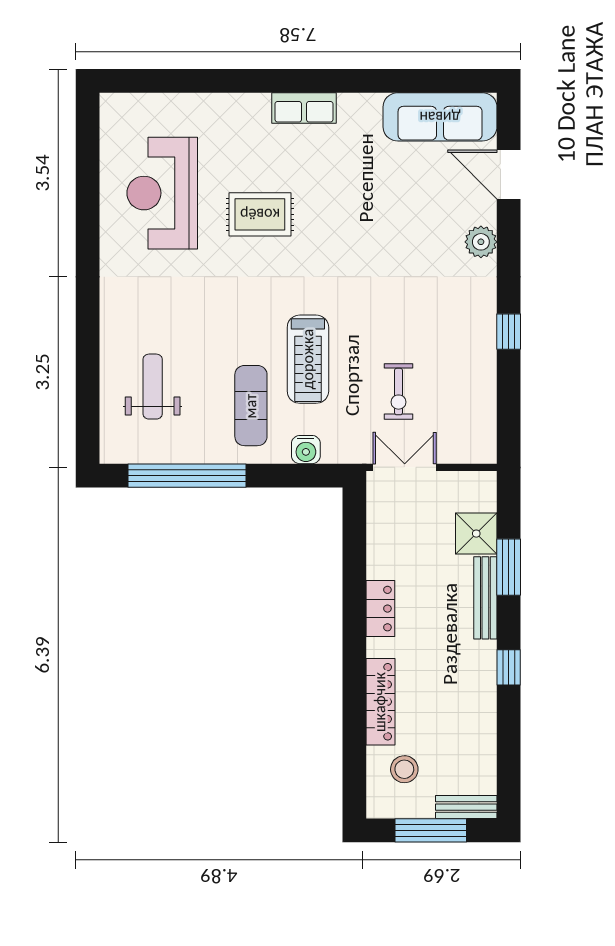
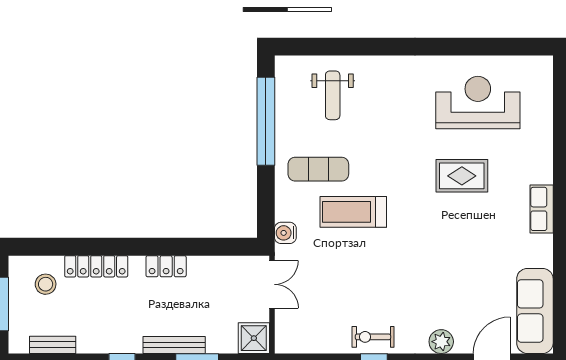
rug: (260, 214) -> (462, 176), turned 90
weight bench: (153, 387) -> (333, 95), turned 90
exercise bike: (398, 392) -> (373, 337), moved
water cooler: (306, 450) -> (285, 233), moved
shower: (476, 534) -> (254, 338), moved
bench: (466, 807) -> (53, 345), moved, turned 90

